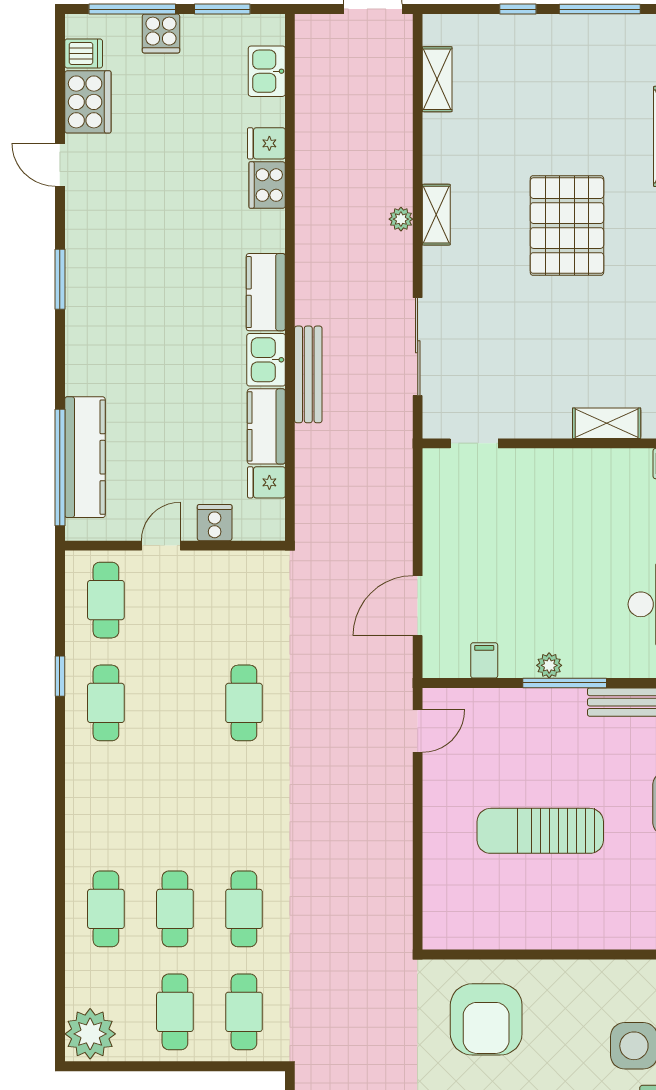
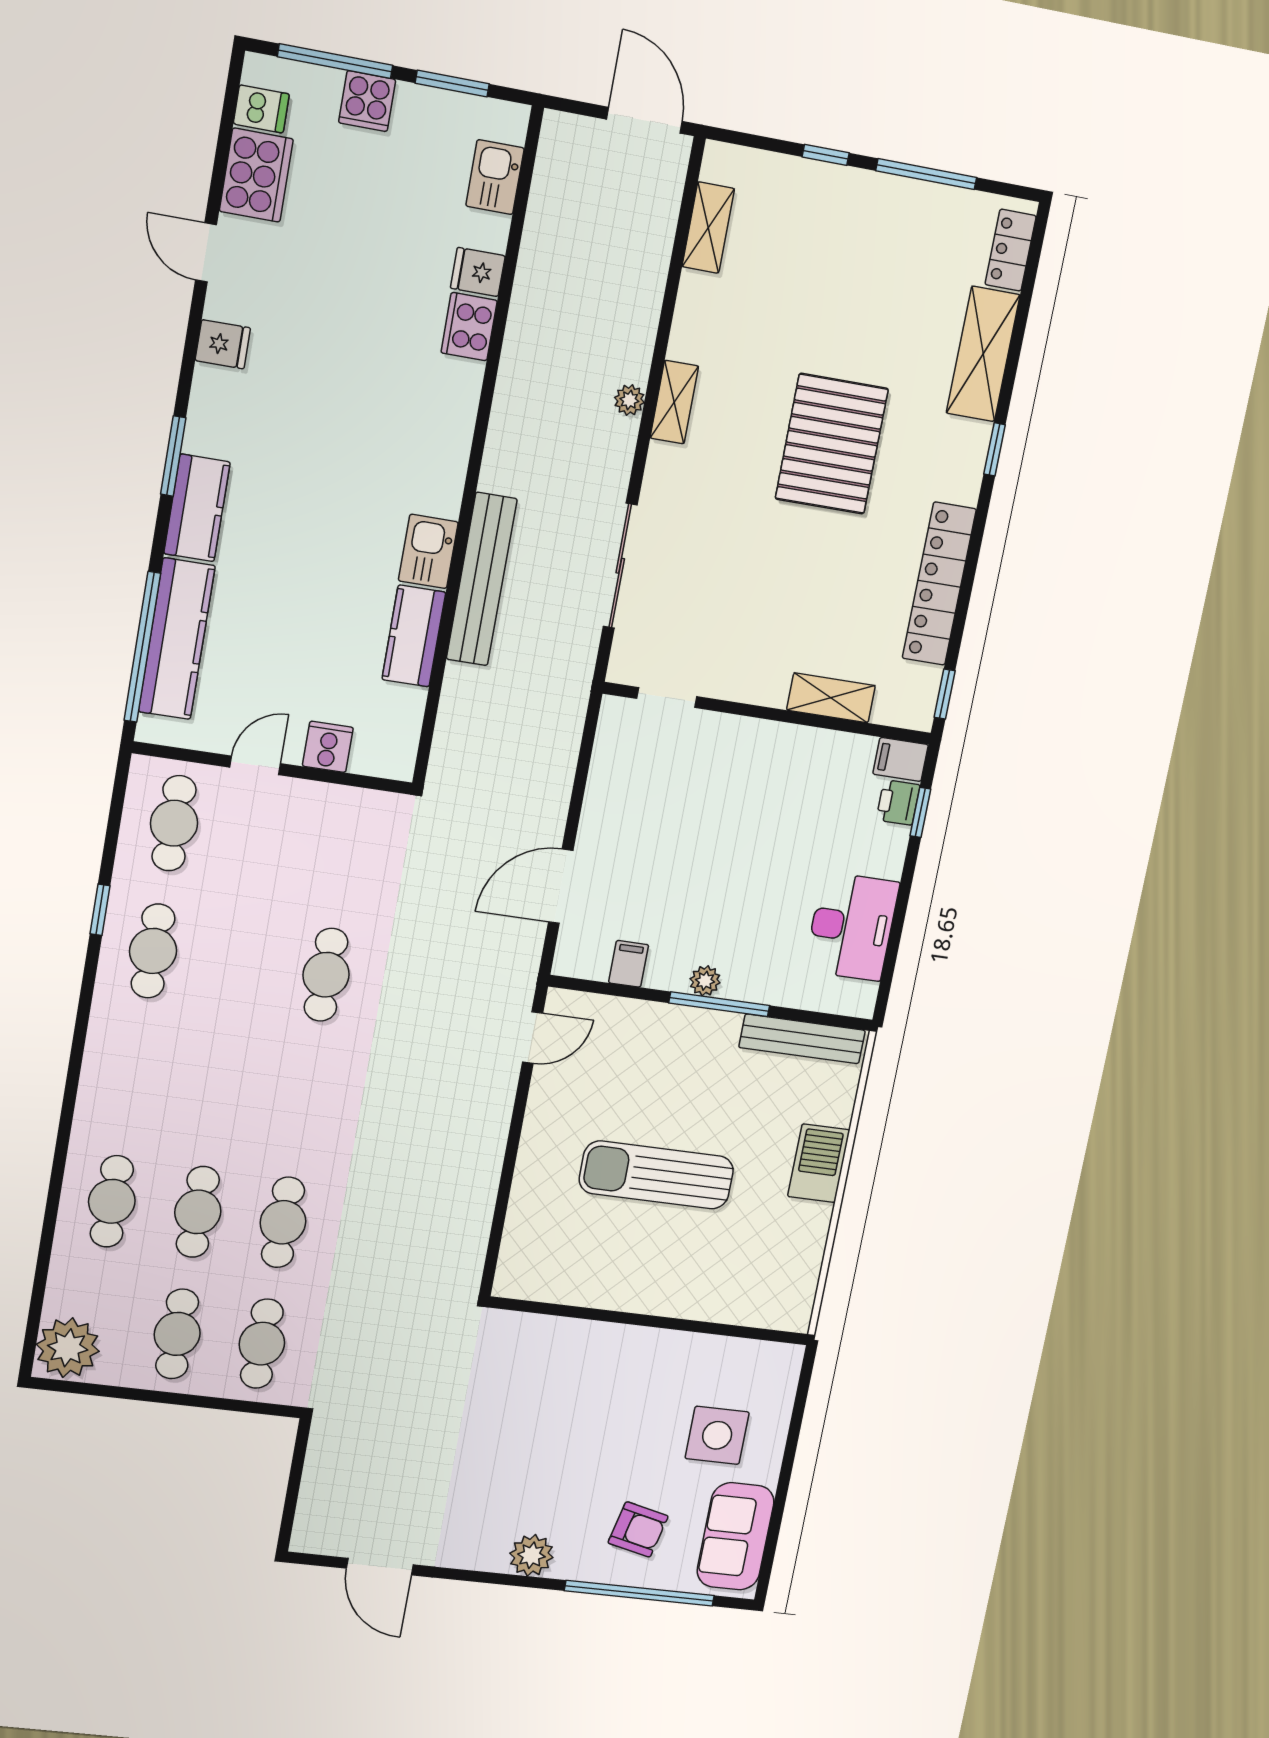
window: (60, 279) -> (173, 456), moved
kitchen counter: (266, 292) -> (197, 508), moved, turned 180
bench: (308, 374) -> (482, 579), width x1.37, depth x1.21
fridge: (266, 482) -> (223, 344), moved, turned 180
armchair: (486, 1019) -> (551, 1386), removed

